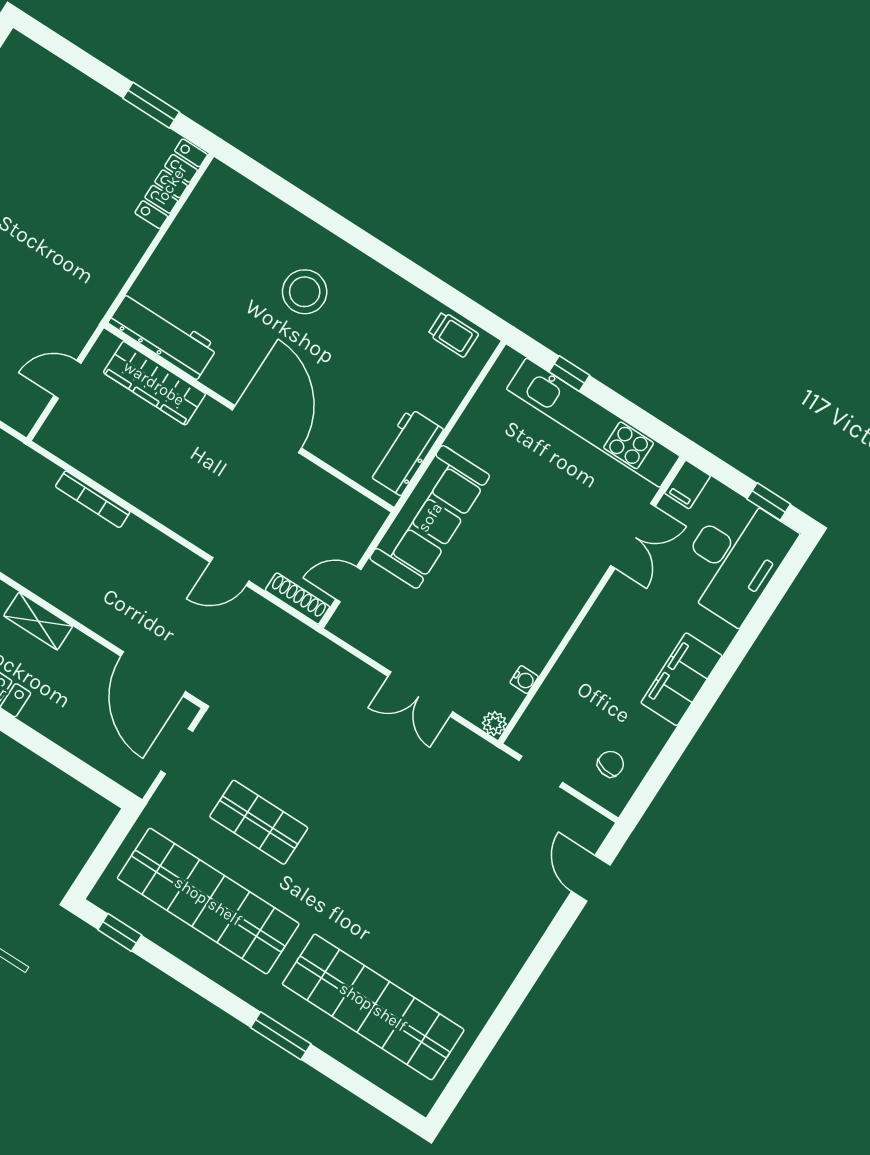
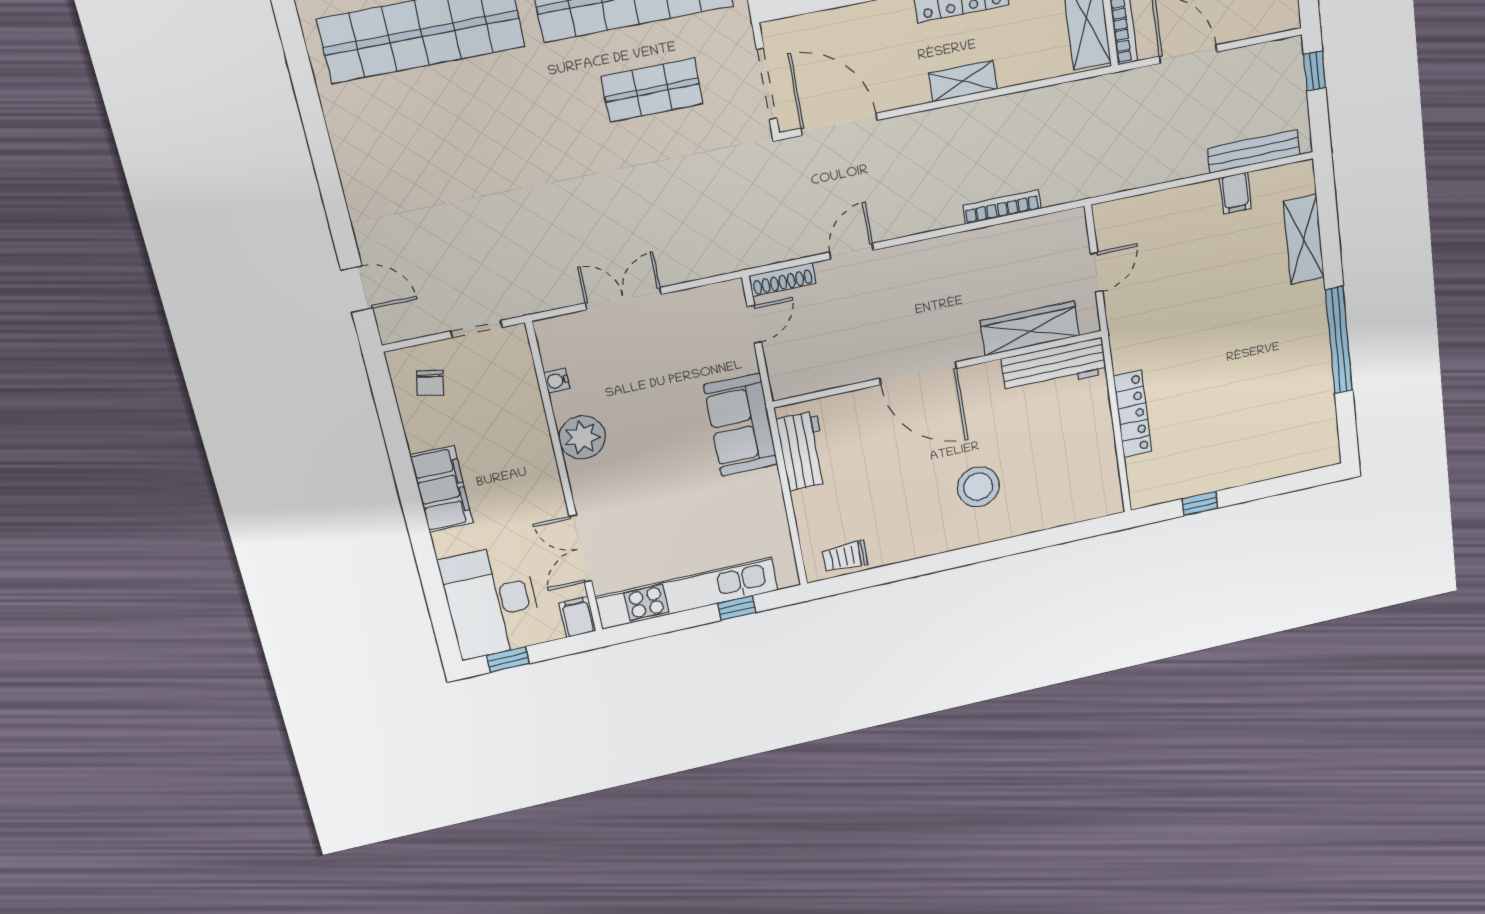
window: (151, 105) -> (1200, 504), width x0.67
locker: (171, 184) -> (1133, 414), moved
sofa: (430, 517) -> (741, 425), width x0.73
plant: (494, 723) -> (582, 437), moved, width x1.87, depth x1.87
doorway: (177, 751) -> (767, 84), width x1.38

